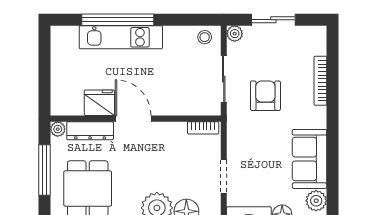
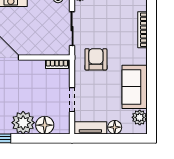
armchair: (265, 96) -> (96, 59), moved

